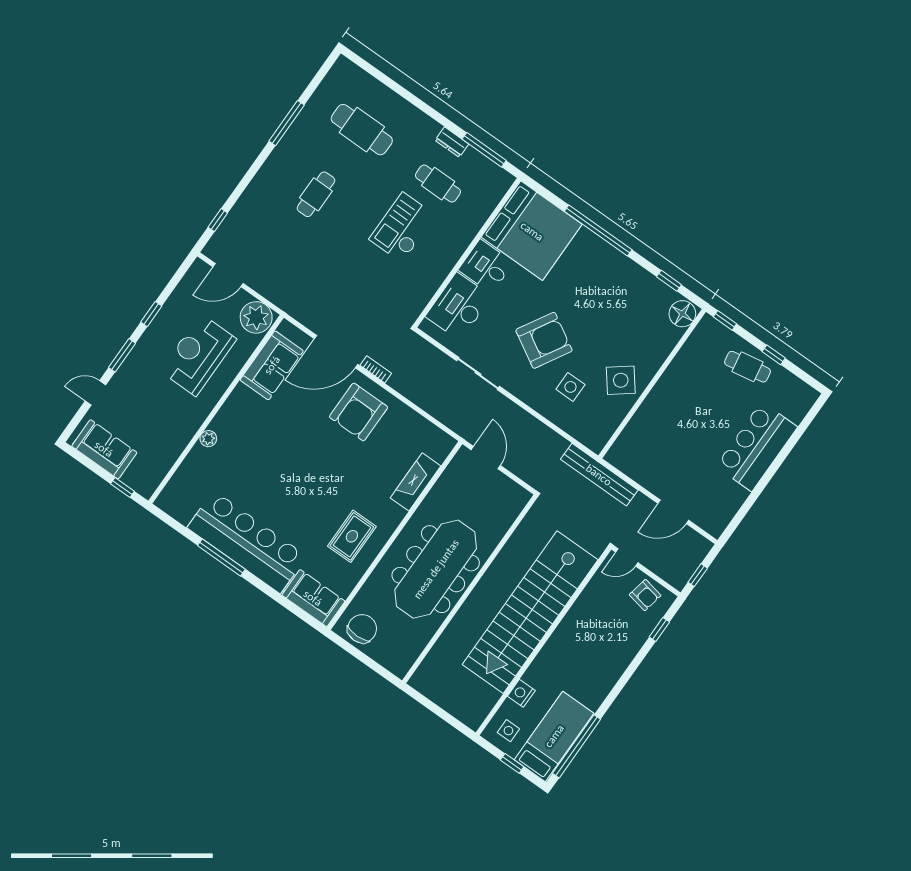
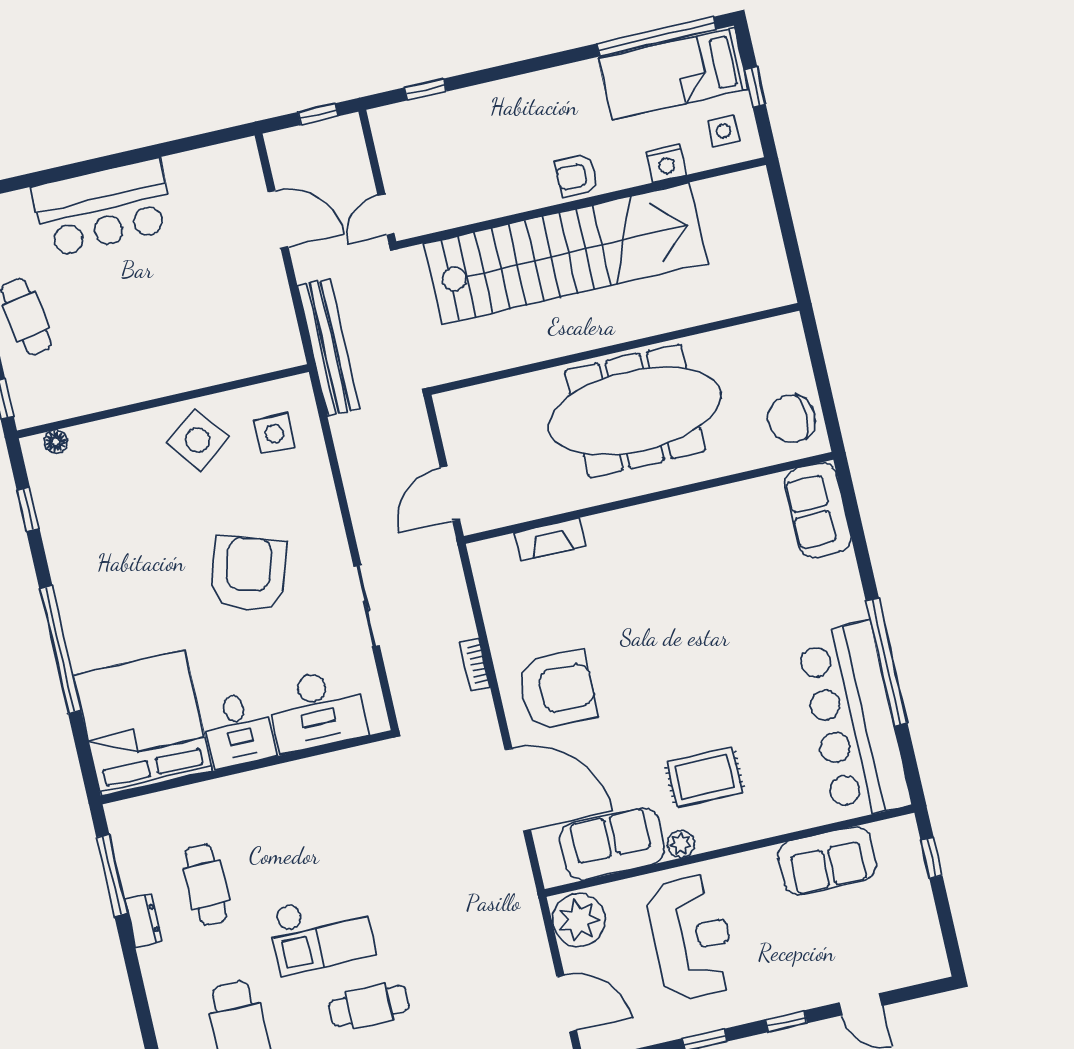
checkout: (402, 227) -> (321, 933), moved
floor lamp: (682, 314) -> (56, 442), width x0.53, depth x0.53
armchair: (544, 340) -> (248, 574), turned 77
window: (122, 355) -> (786, 1021), width x0.67
reception desk: (198, 355) -> (692, 938), turned -90
bookcase: (376, 369) -> (475, 664), moved
side table: (570, 387) -> (274, 433), moved
plant: (208, 439) -> (681, 844), moved
sofa: (104, 449) -> (827, 861), moved, turned -90
fireplace: (416, 482) -> (550, 539), width x0.73, depth x0.76
rug: (352, 536) -> (704, 777), moved
bar counter: (247, 542) -> (854, 721), moved
window: (221, 557) -> (887, 662), width x1.46
door: (627, 557) -> (386, 215), swing flipped
armchair: (645, 595) -> (577, 176), moved, turned -101

